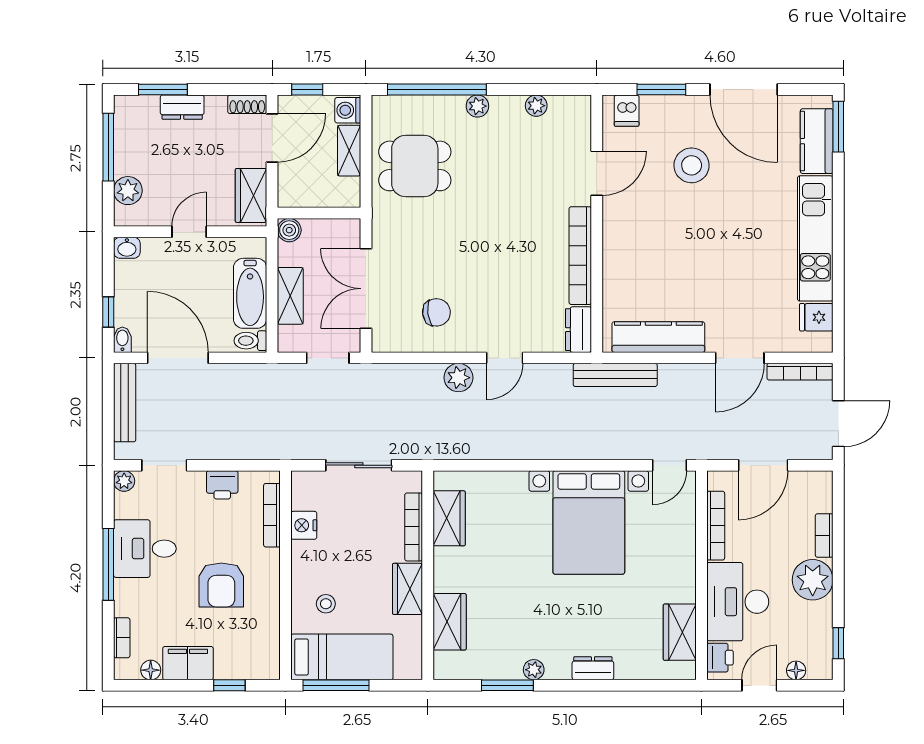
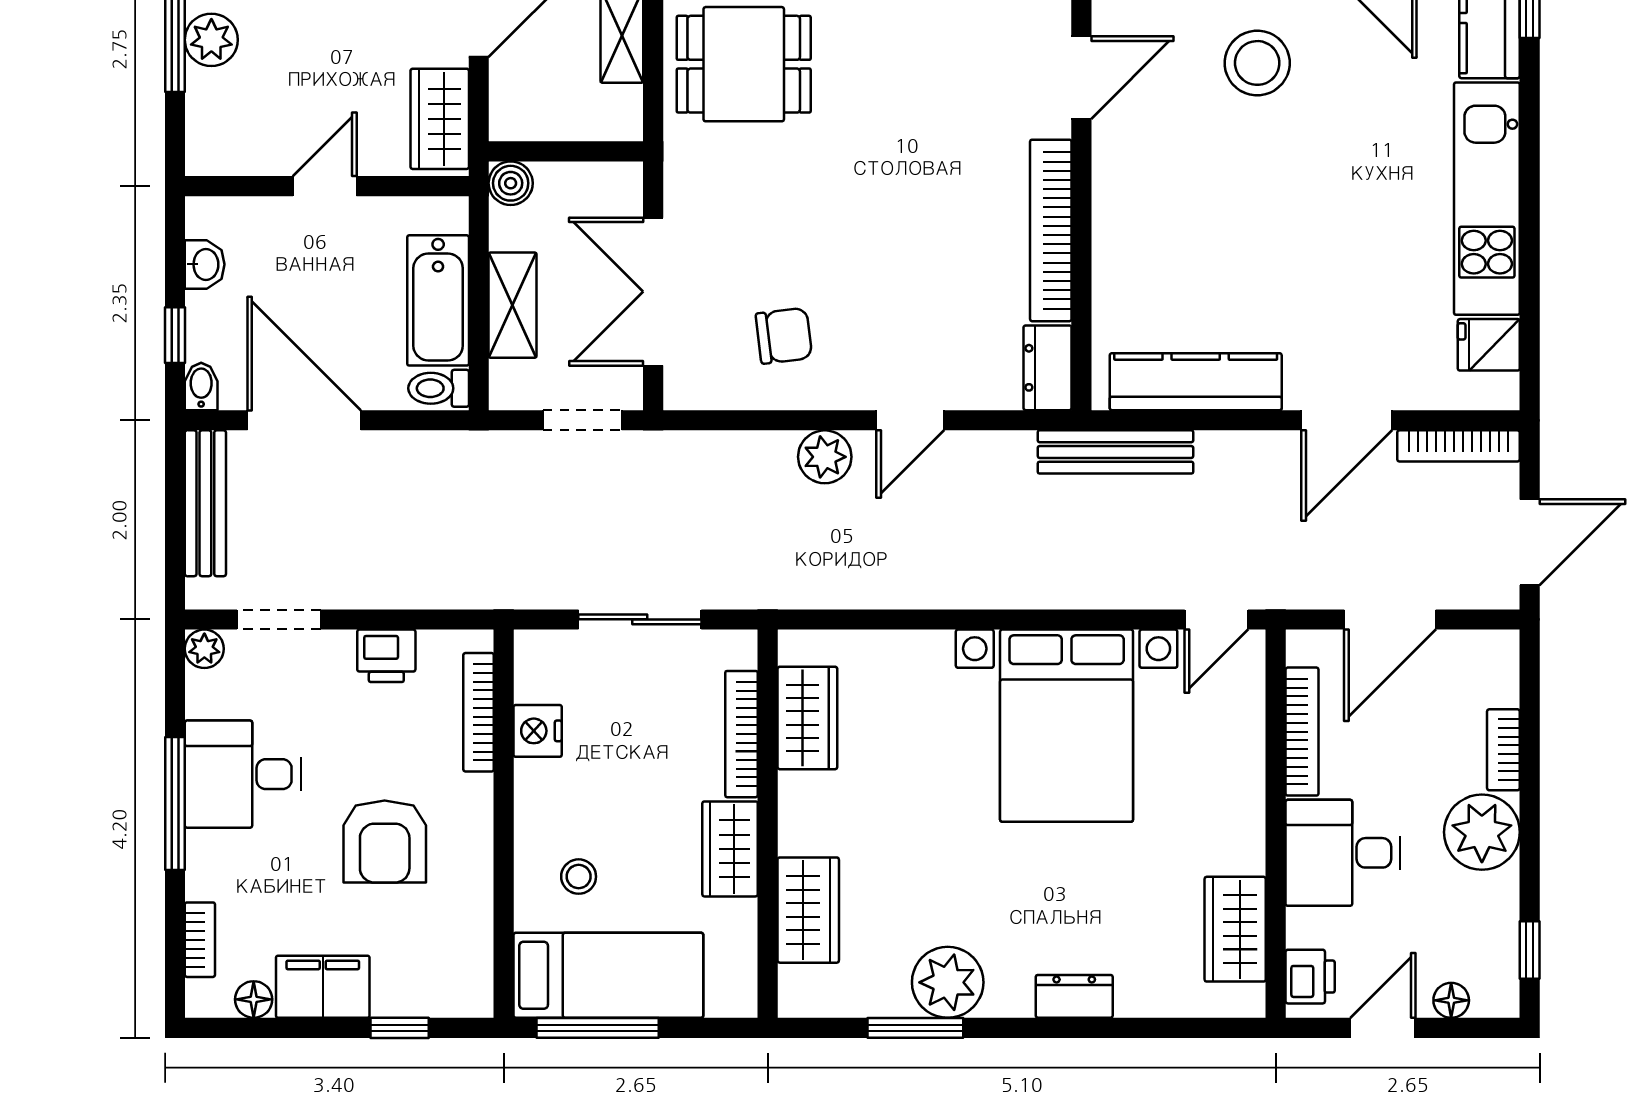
plant: (128, 191) -> (211, 40), moved
washbasin: (127, 248) -> (205, 264), moved, turned -90
desk: (738, 602) -> (1343, 853), width x0.73
plant: (534, 670) -> (948, 982), width x1.87, depth x1.87

